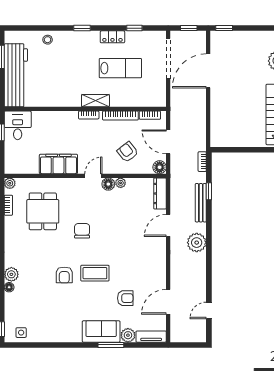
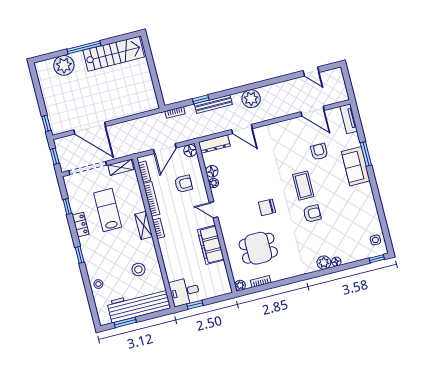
stool: (52, 84) -> (138, 269), added
shelving: (160, 92) -> (121, 167), added
armchair: (128, 152) -> (184, 184), turned -142
floor lamp: (108, 184) -> (212, 171), moved
plant: (128, 335) -> (353, 140), removed

